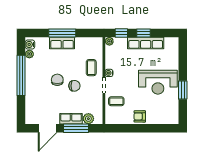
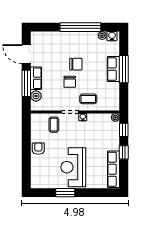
row of seats: (146, 43) -> (114, 169), moved

